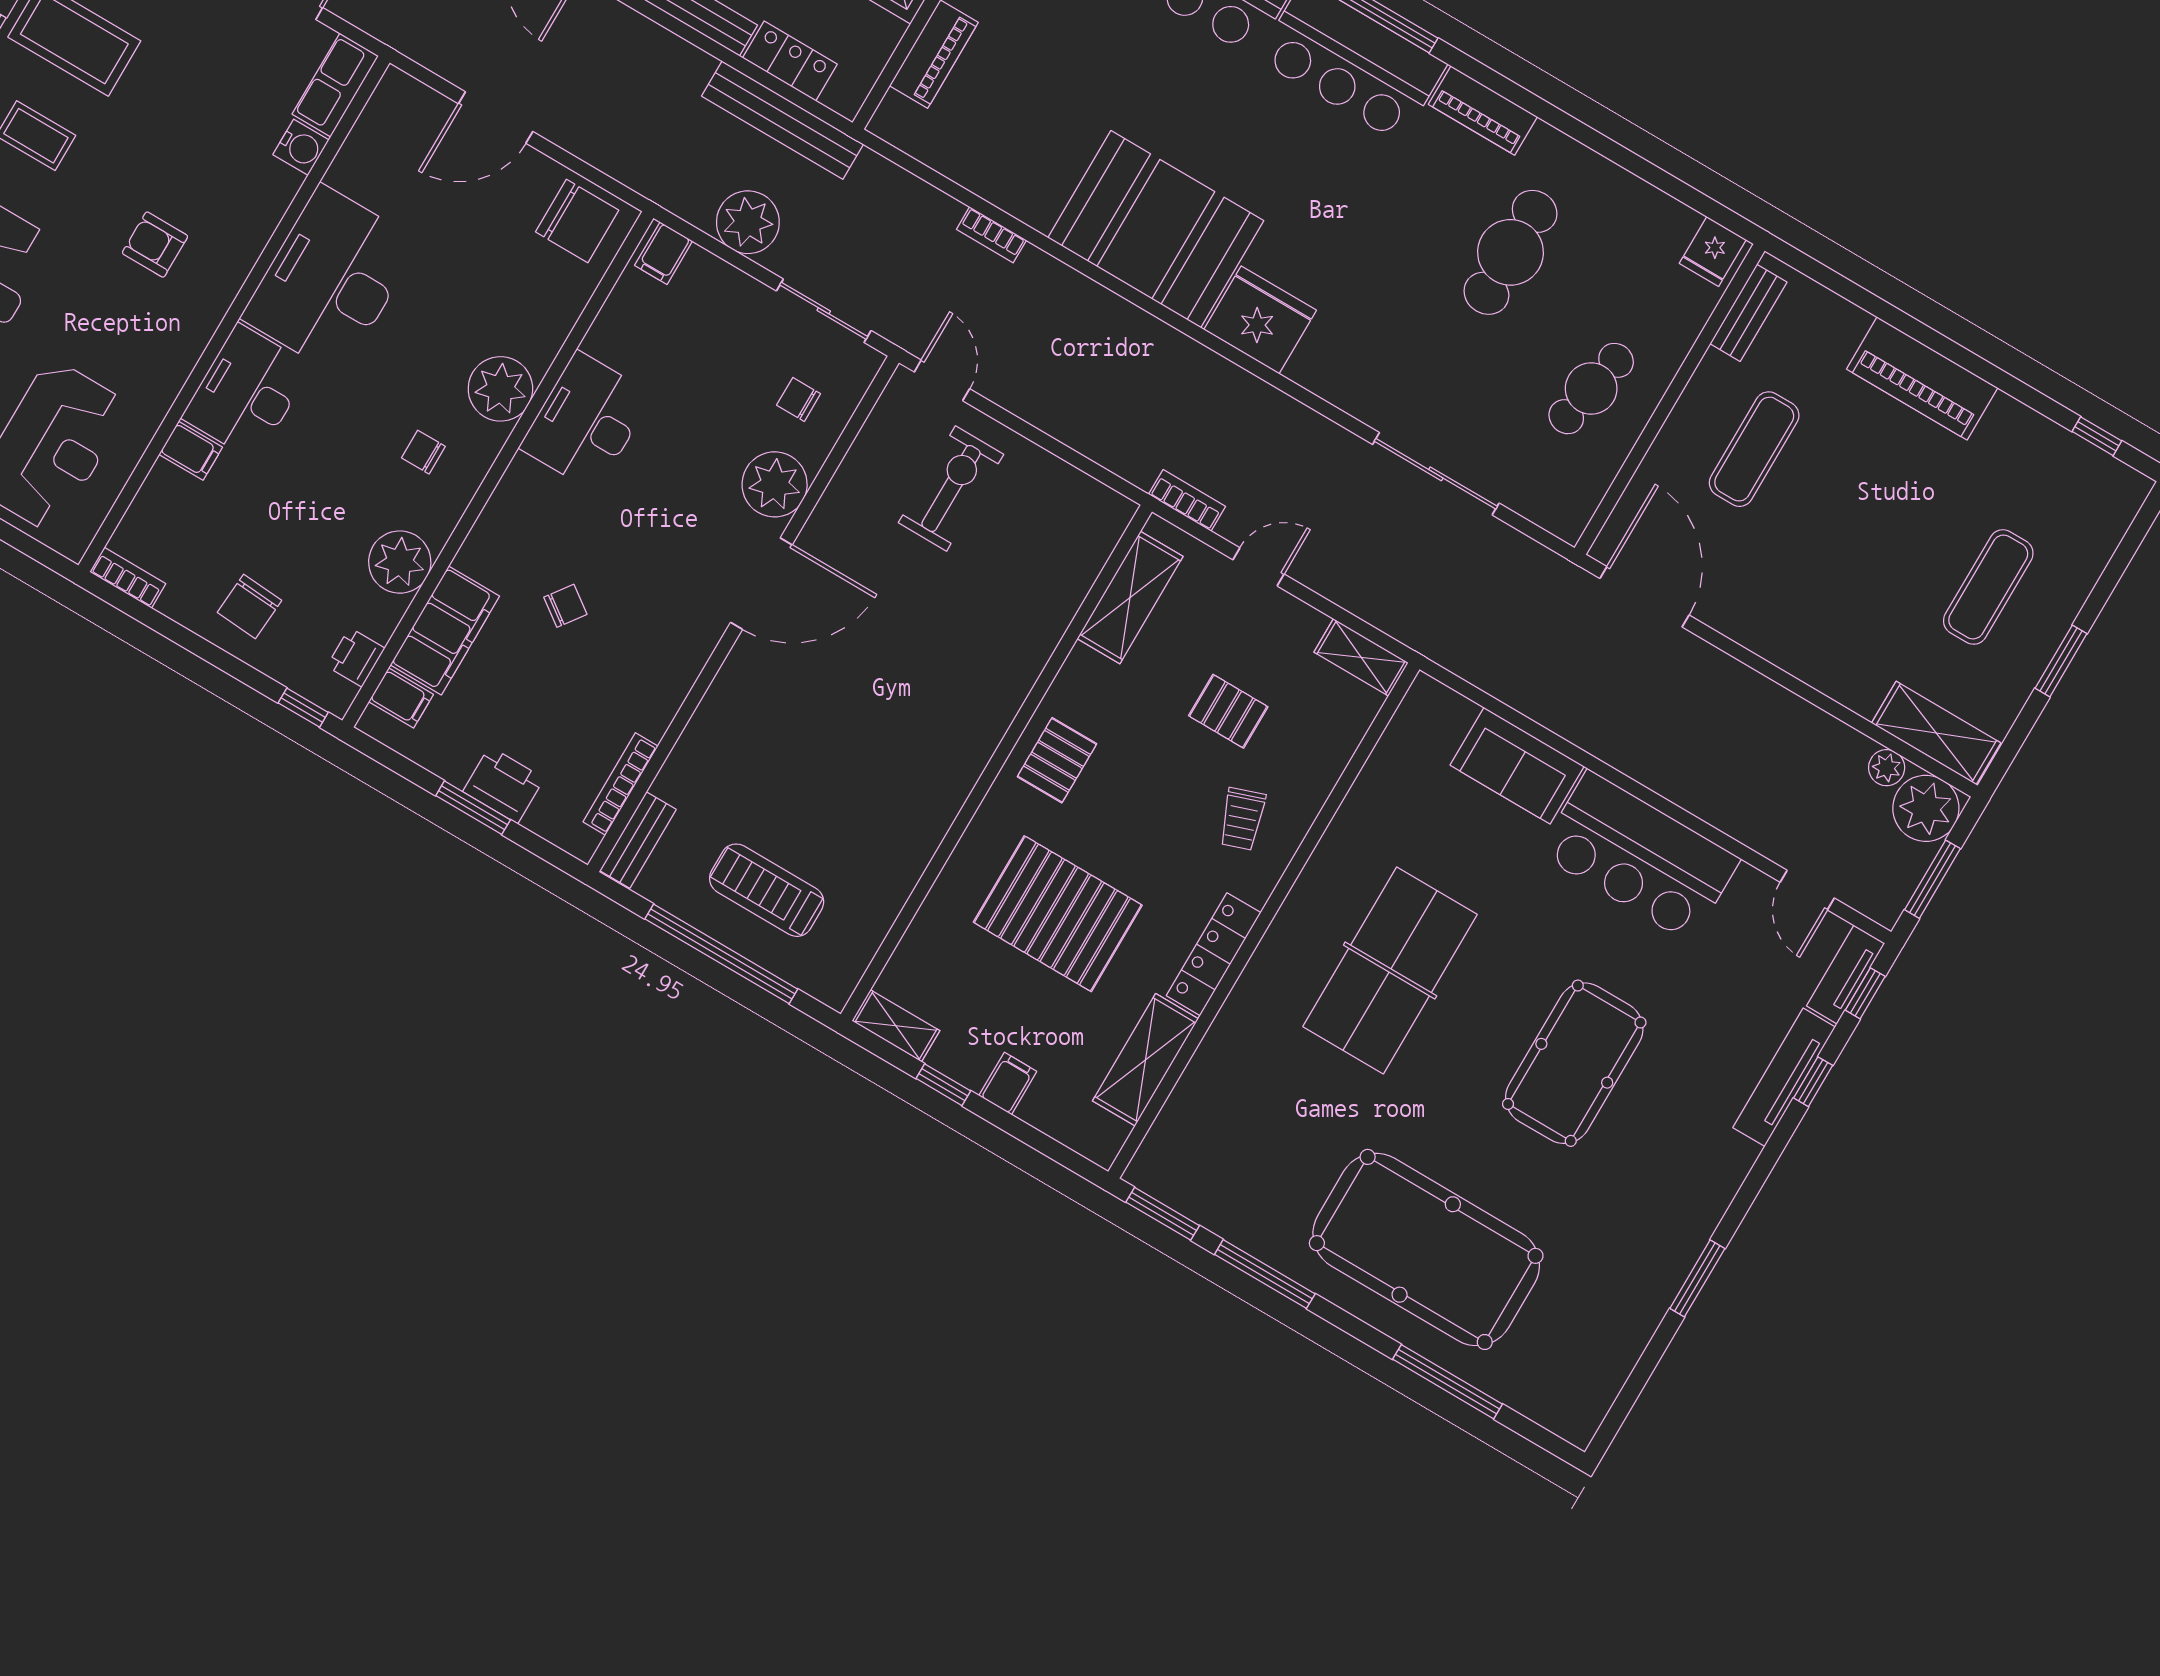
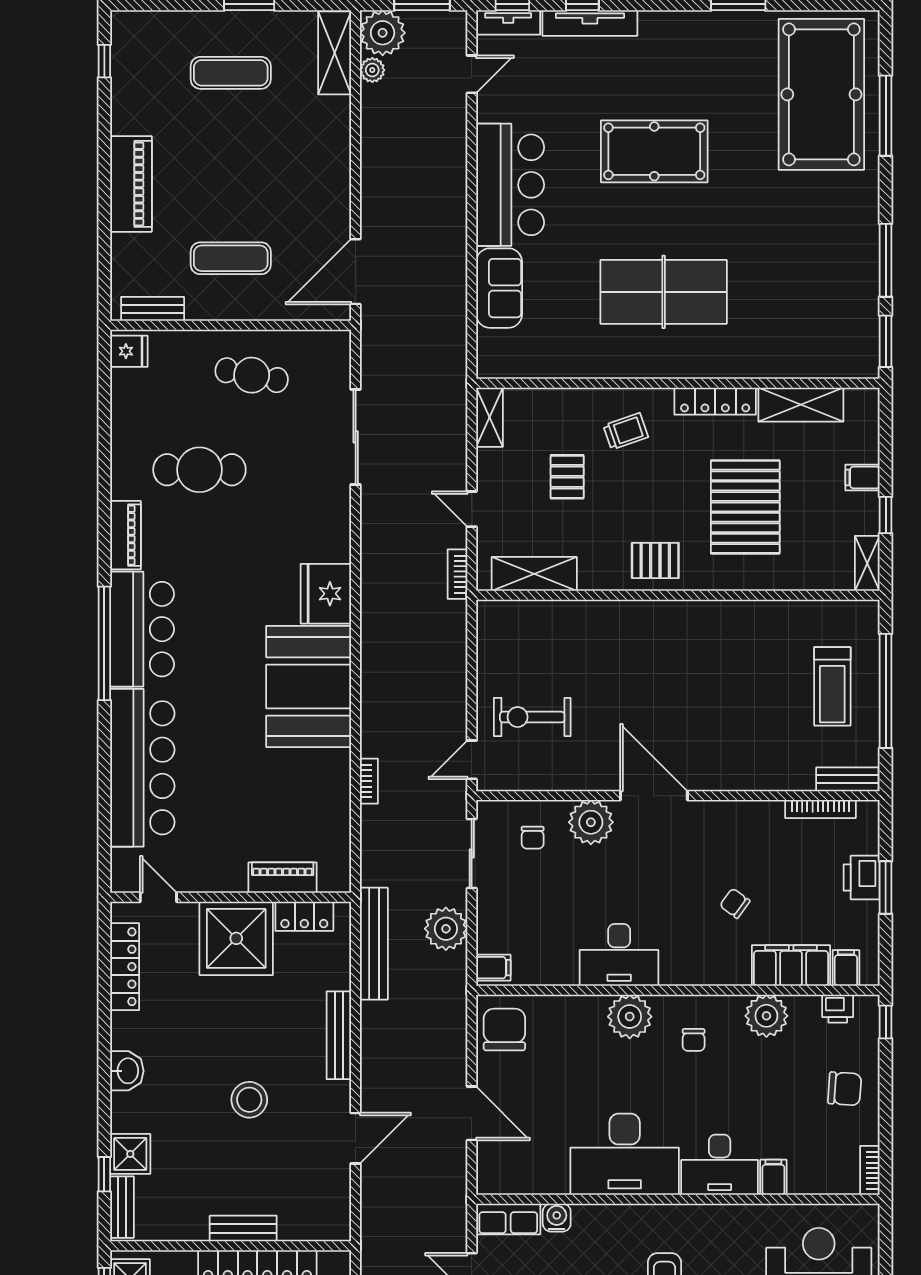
locker: (790, 61) -> (304, 916), moved, turned -90
pool table: (1426, 1249) -> (821, 94), moved

